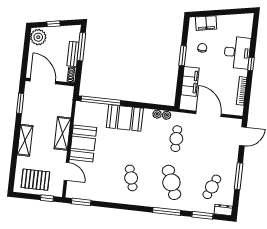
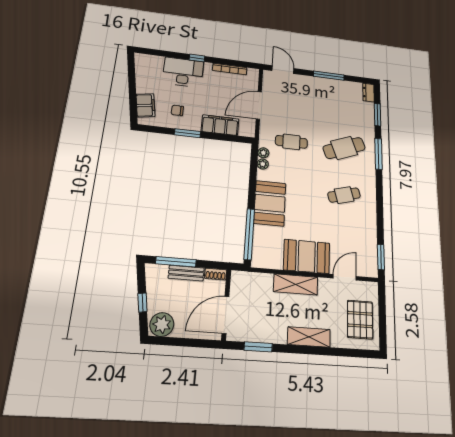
cafe table: (212, 187) -> (344, 104), removed
window: (47, 198) -> (382, 302), removed

